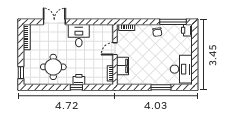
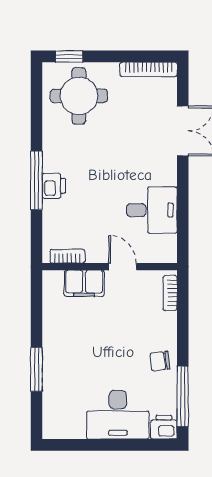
desk: (79, 36) -> (152, 210), moved
round table: (53, 67) -> (79, 96), moved
desk: (181, 69) -> (118, 415), moved
window: (76, 87) -> (37, 180), width x2.17

